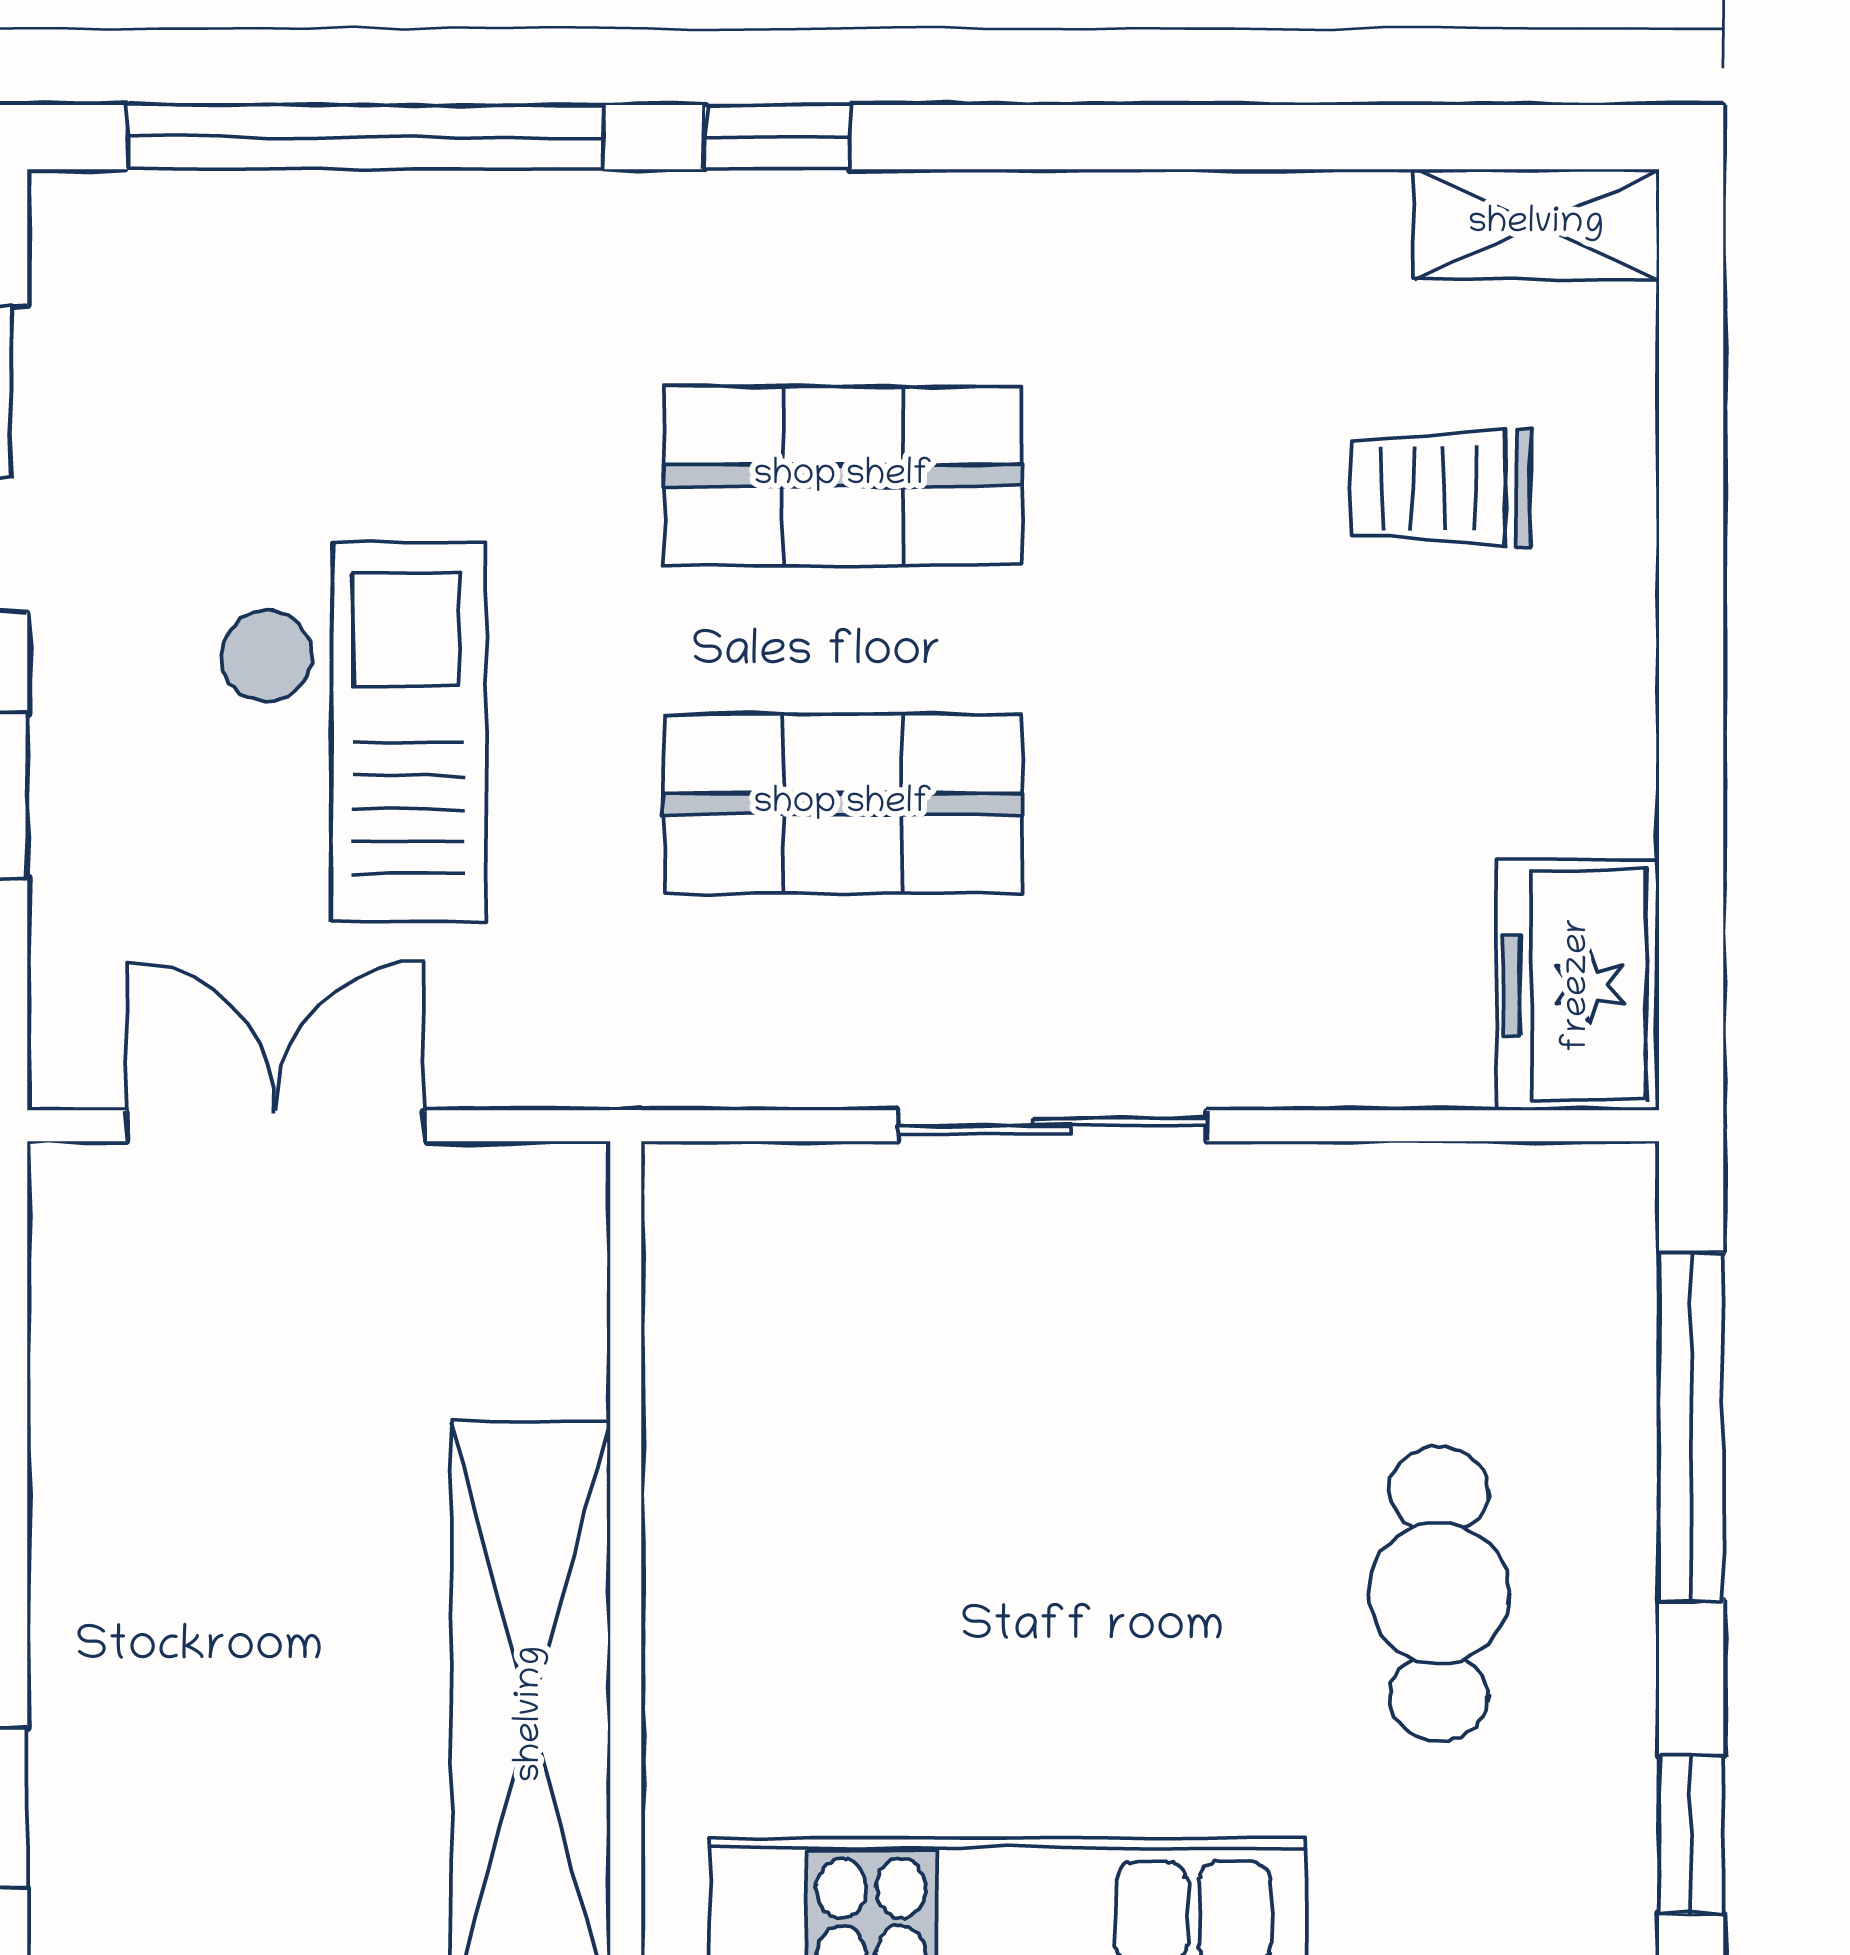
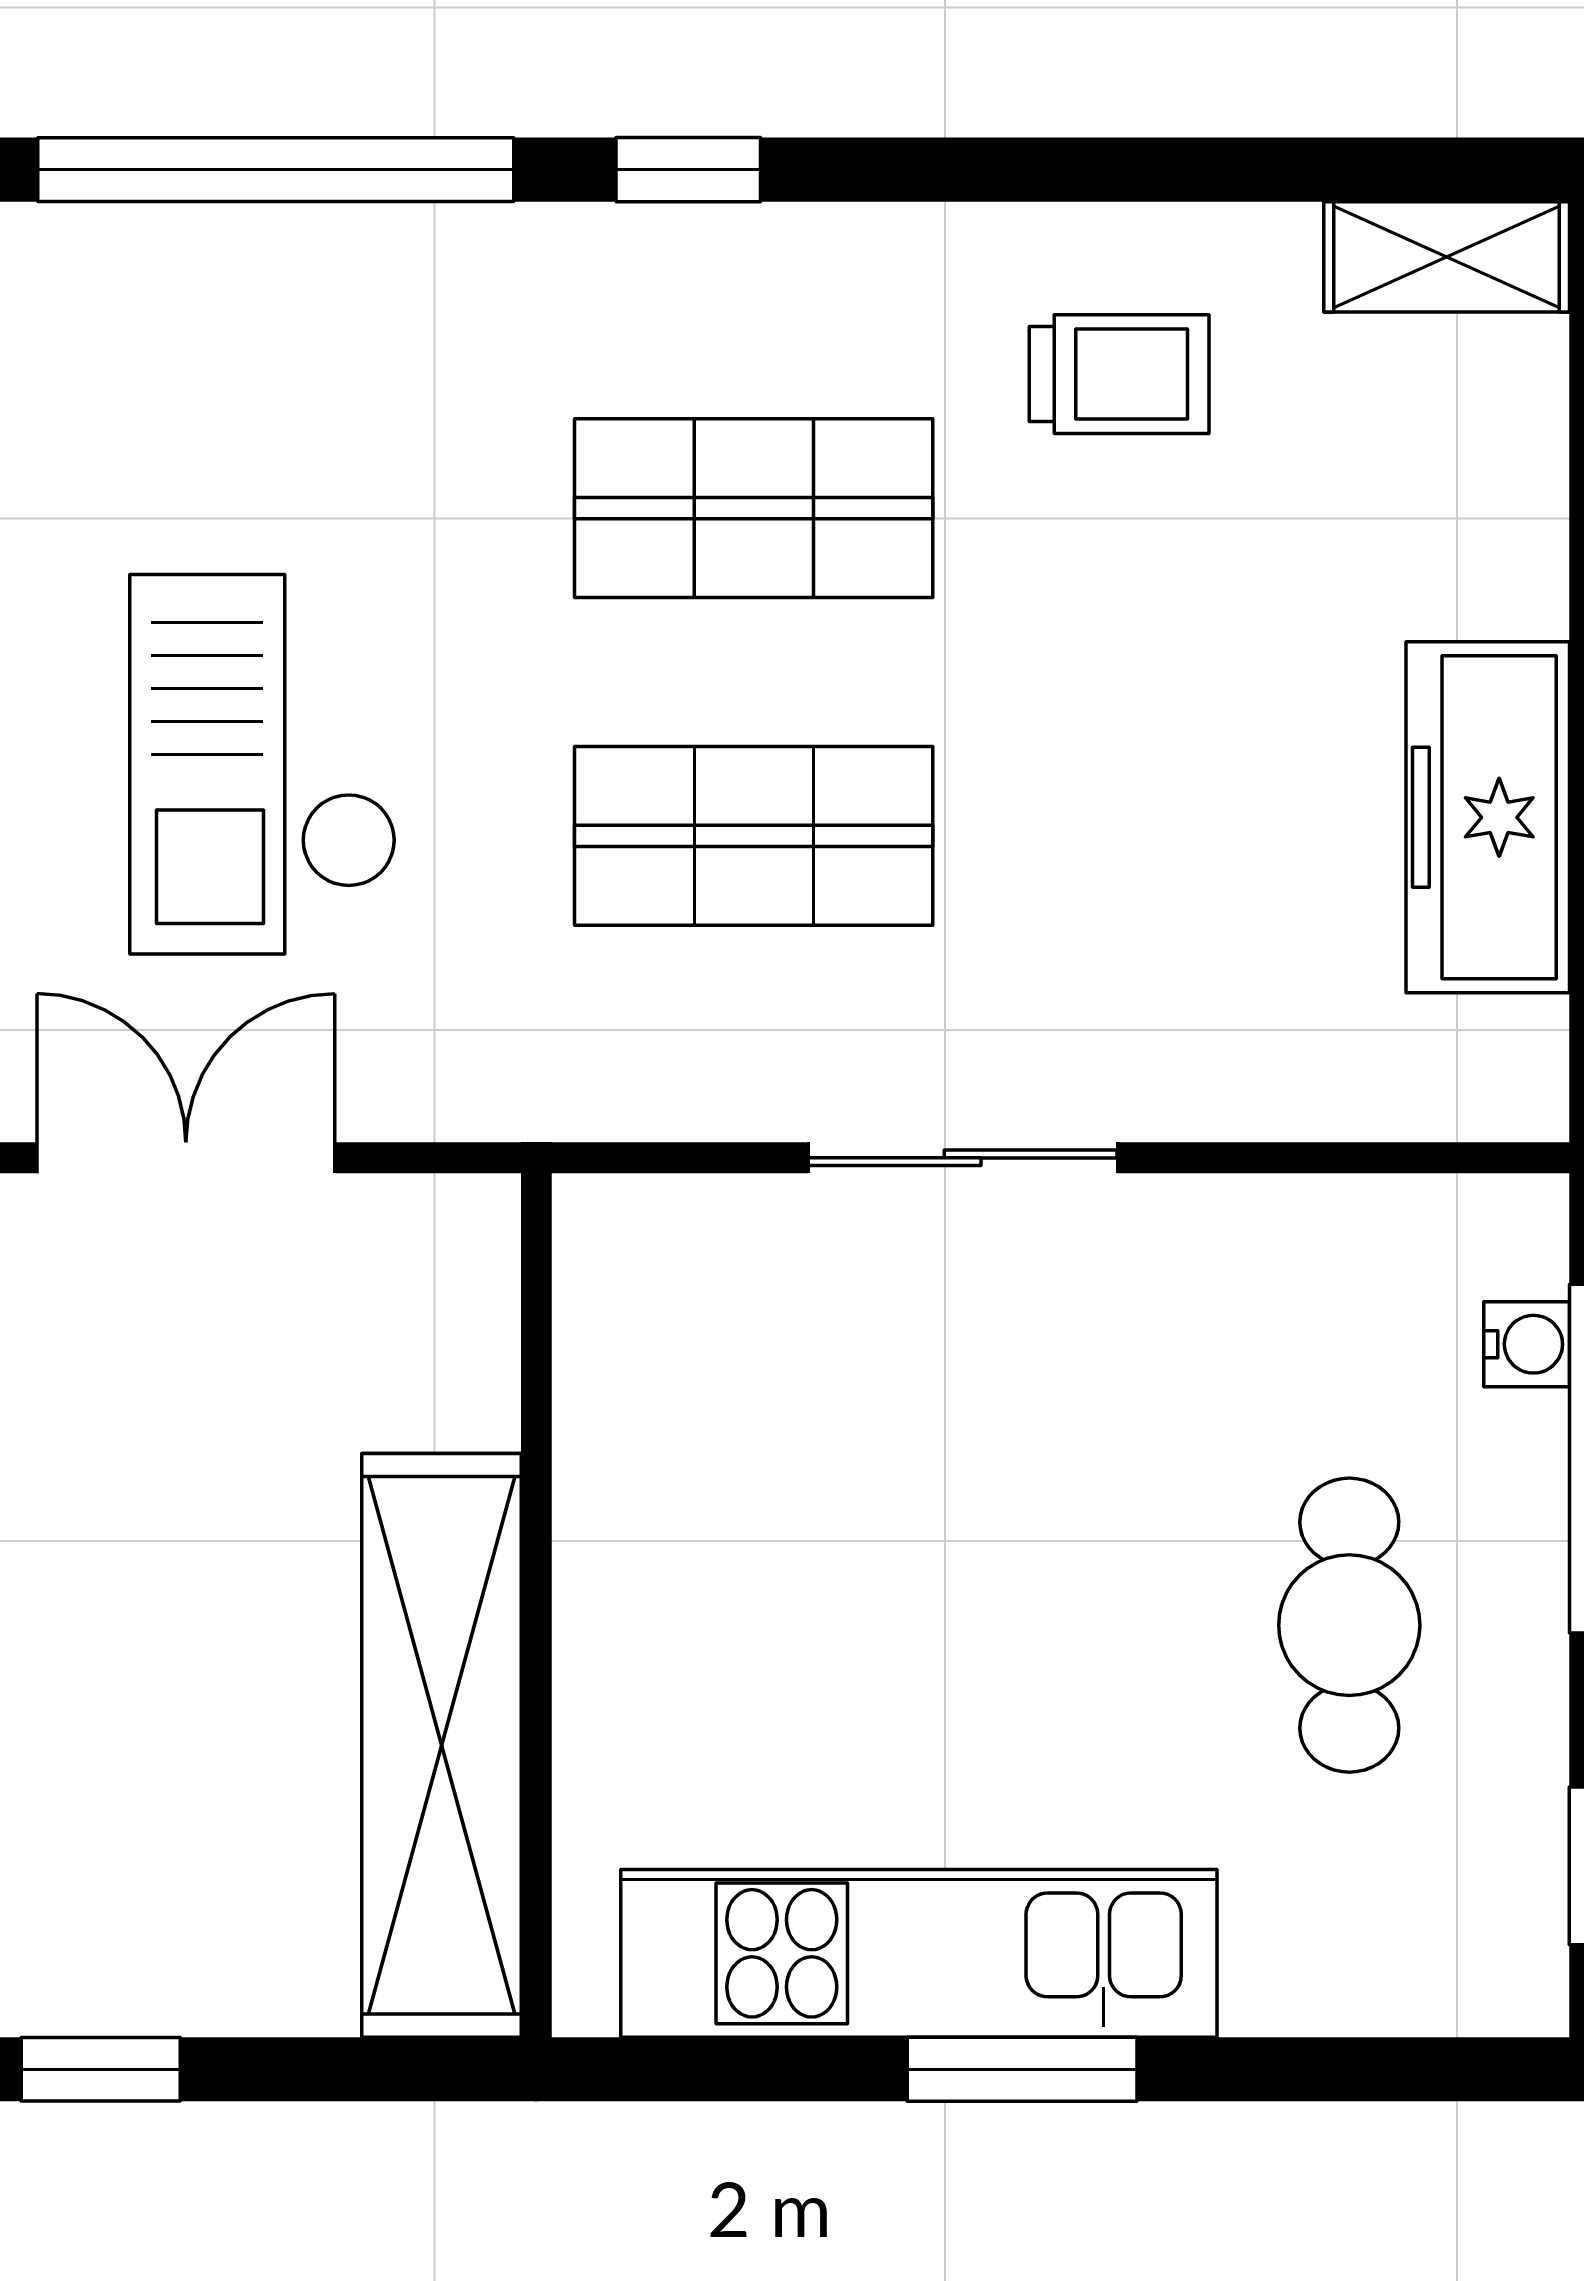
trolley: (1441, 488) -> (1119, 374), moved, turned 180
checkout: (353, 732) -> (263, 764), turned 180
freezer: (1578, 985) -> (1488, 817), moved, width x1.40
water cooler: (1616, 1312) -> (1527, 1344), added

